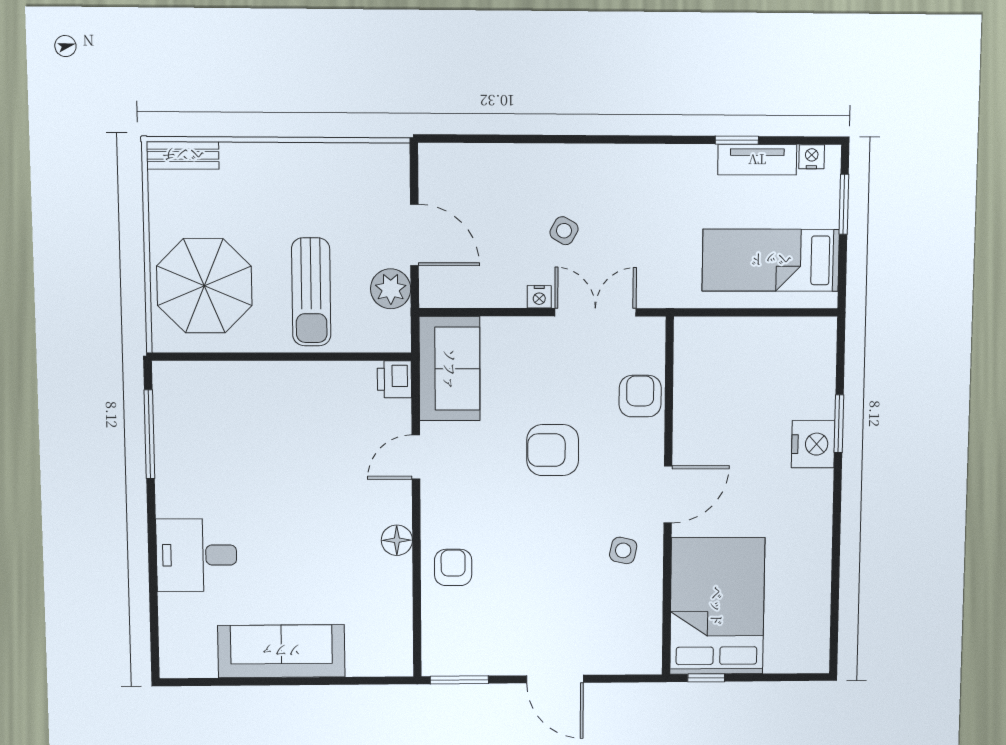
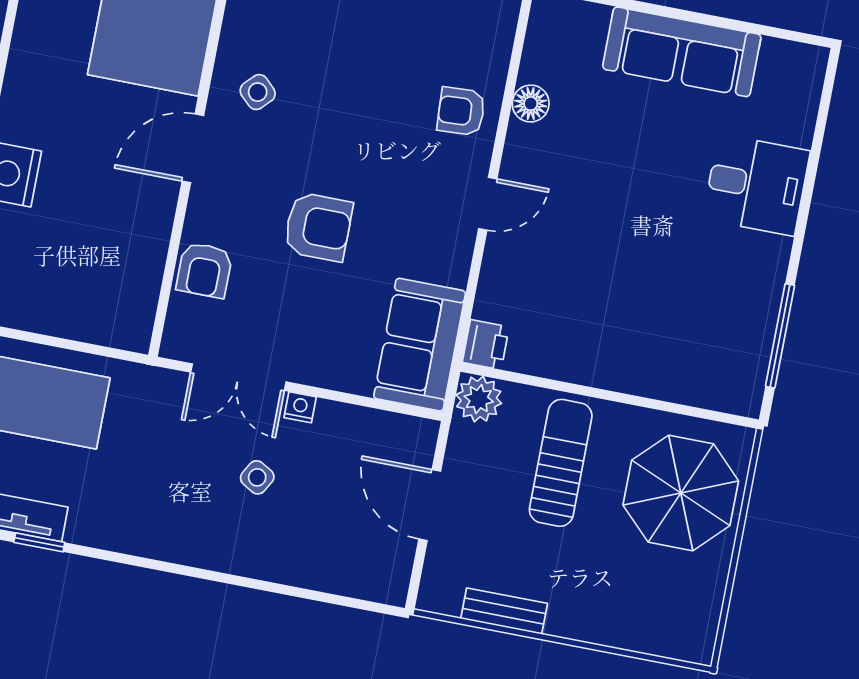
bench: (183, 155) -> (504, 611), moved
plant: (391, 289) -> (479, 399), moved
door: (416, 457) -> (488, 204), moved
floor lamp: (397, 540) -> (531, 104), moved
side table: (623, 550) -> (258, 92), turned 32
armchair: (453, 567) -> (461, 111), turned 87

